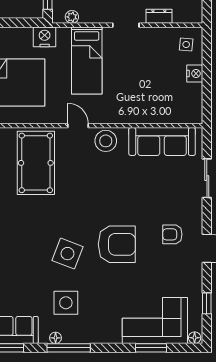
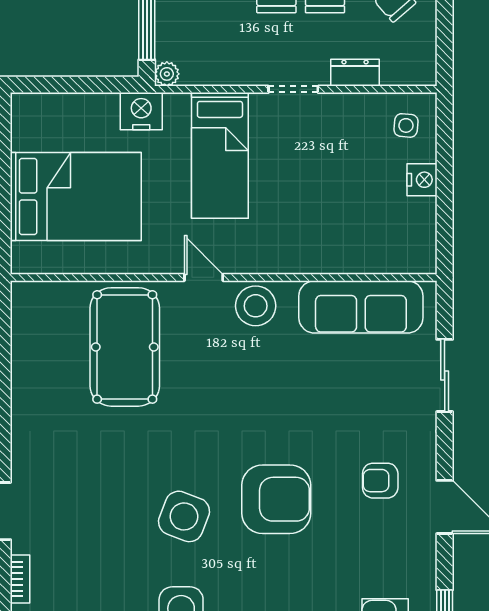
plant: (72, 17) -> (167, 74), moved

